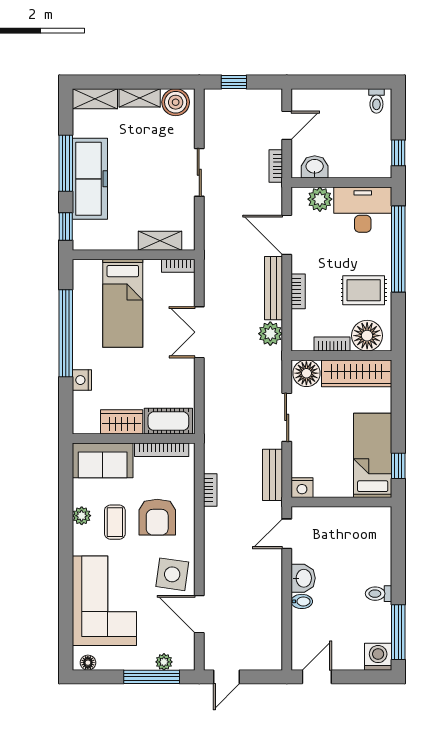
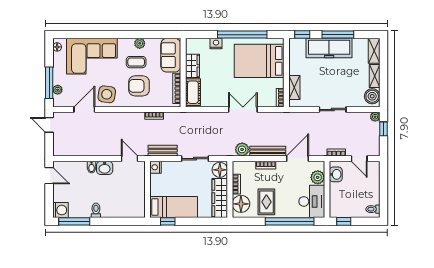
plant: (212, 97) -> (375, 117), added
bed: (123, 303) -> (259, 61), width x1.50

